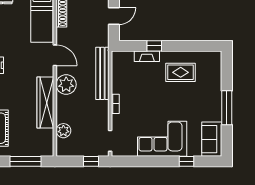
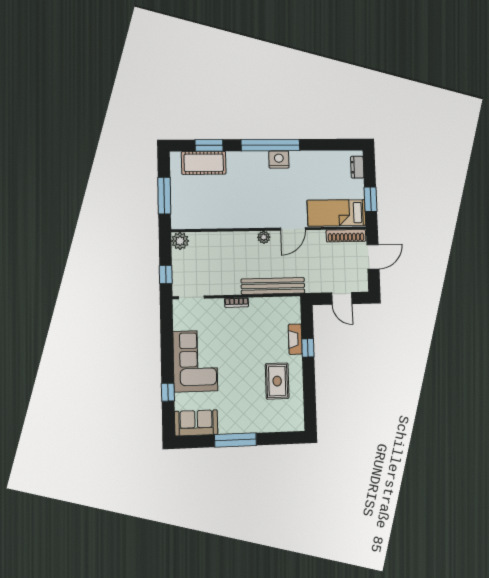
plant: (66, 84) -> (264, 237), width x0.53, depth x0.53
wardrobe: (45, 102) -> (236, 218), removed
plant: (63, 131) -> (180, 241), moved

